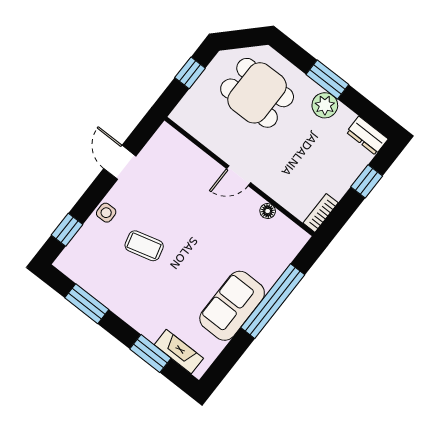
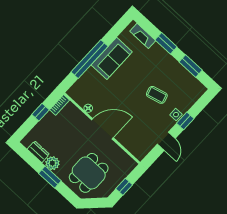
dining table: (257, 93) -> (89, 173), turned 90
dresser: (367, 136) -> (38, 152), moved
door: (239, 176) -> (102, 129), width x1.88
window: (367, 181) -> (40, 112), moved
window: (67, 230) -> (185, 121), moved
window: (150, 354) -> (166, 43), moved

